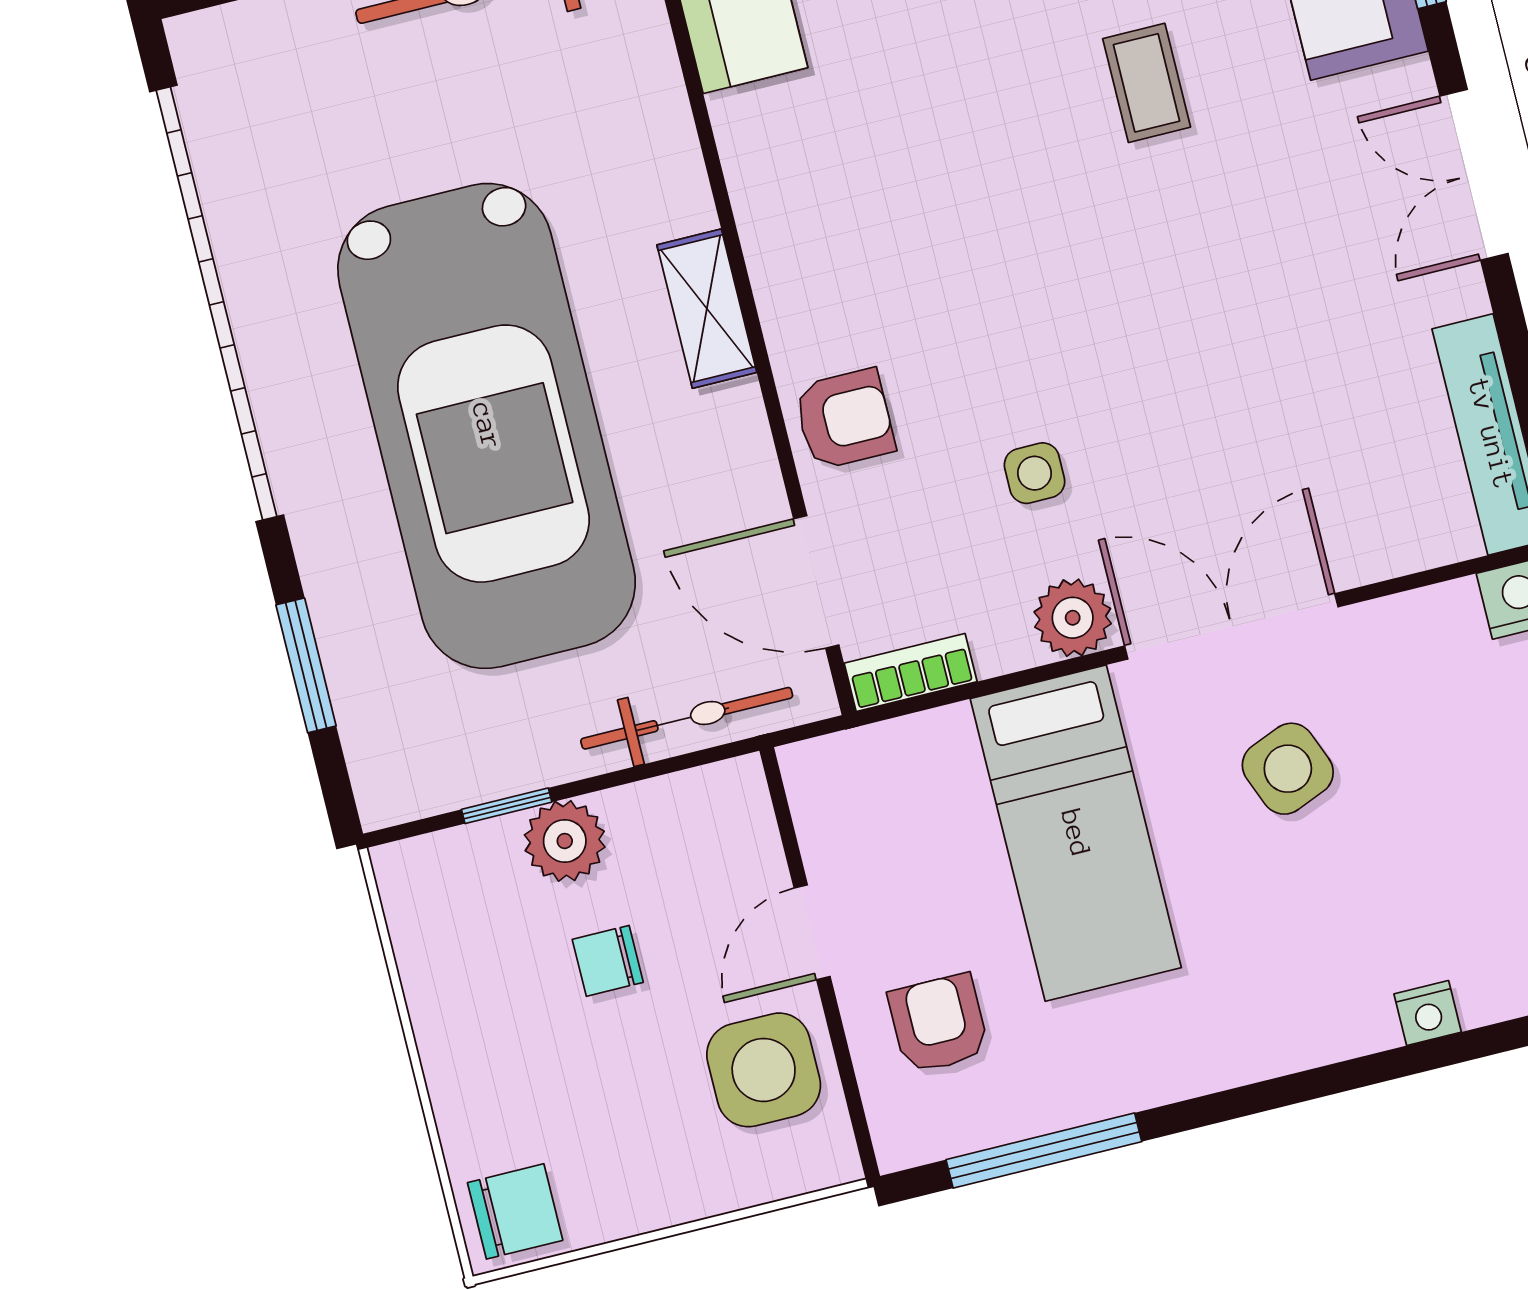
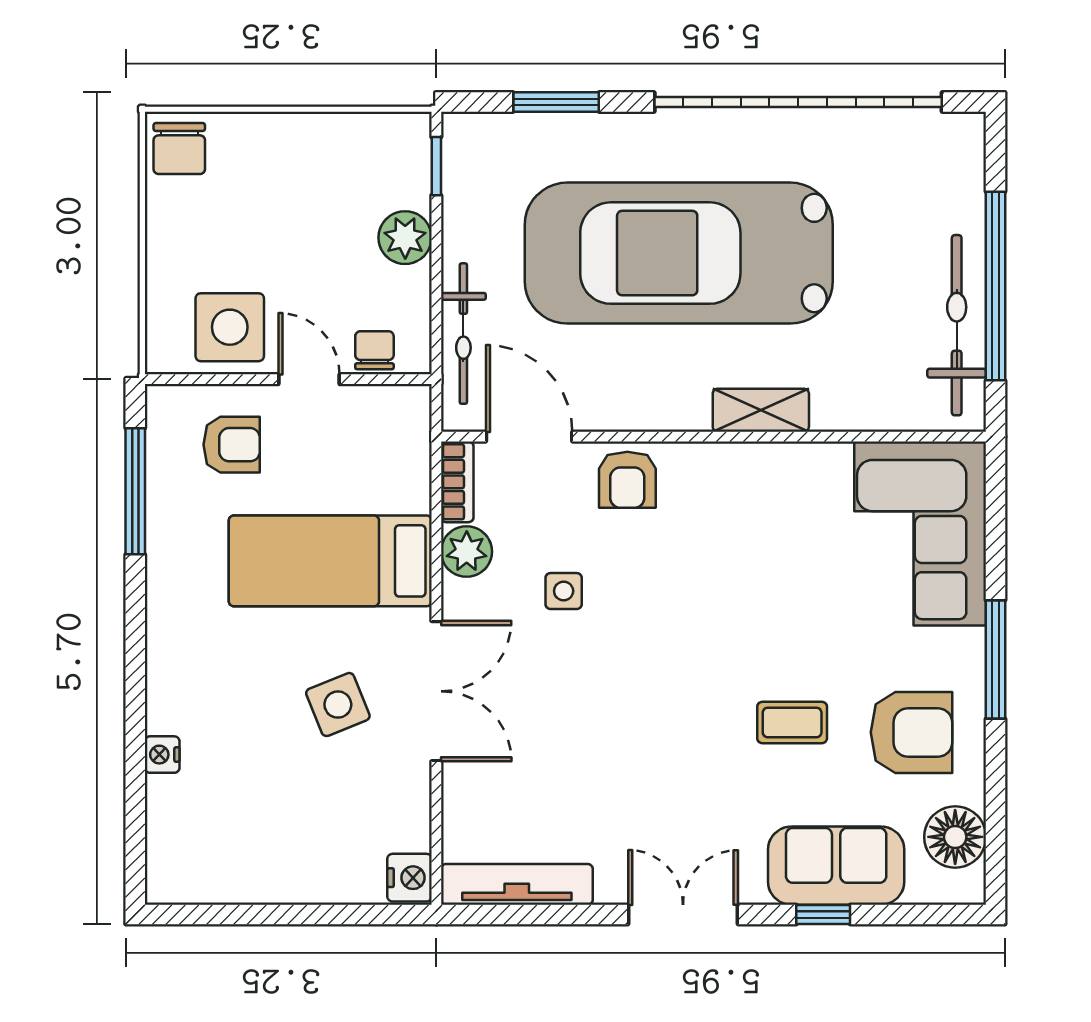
shelving: (707, 309) -> (761, 410), moved
door: (816, 582) -> (529, 437), hinge flipped
plant: (1073, 618) -> (467, 552), moved
window: (507, 806) -> (436, 166), moved
chair: (608, 961) -> (374, 350), moved

